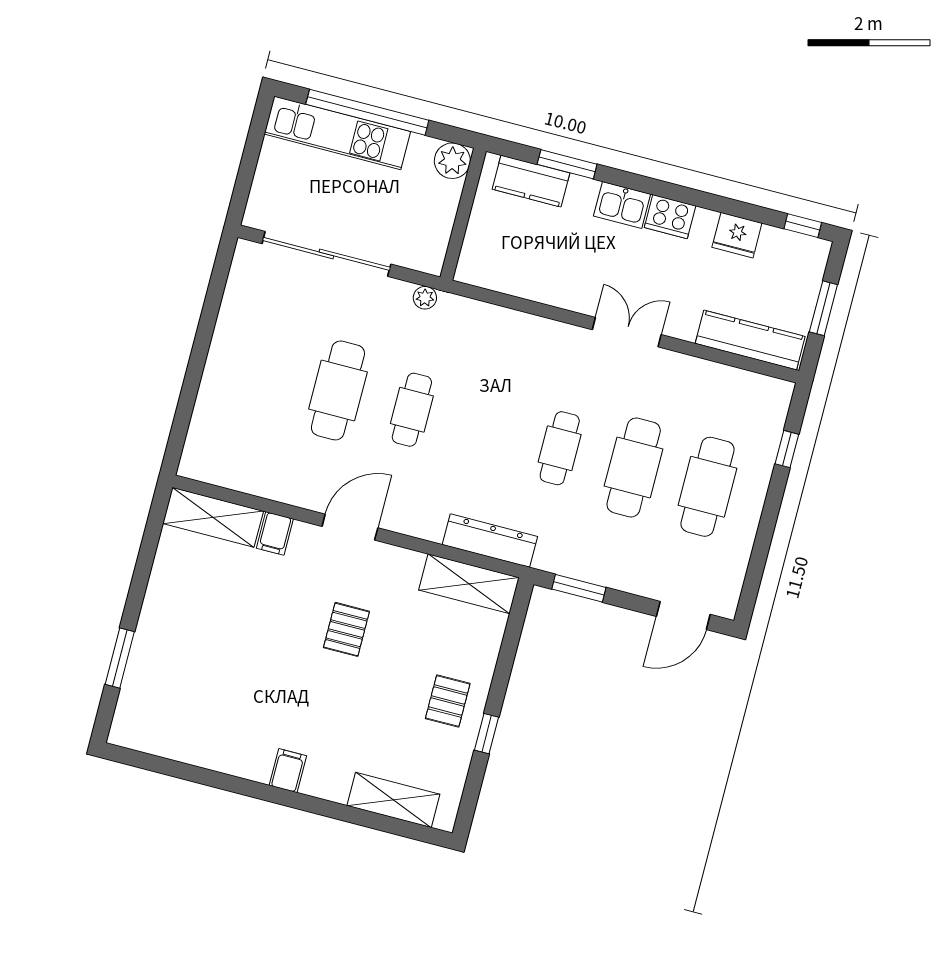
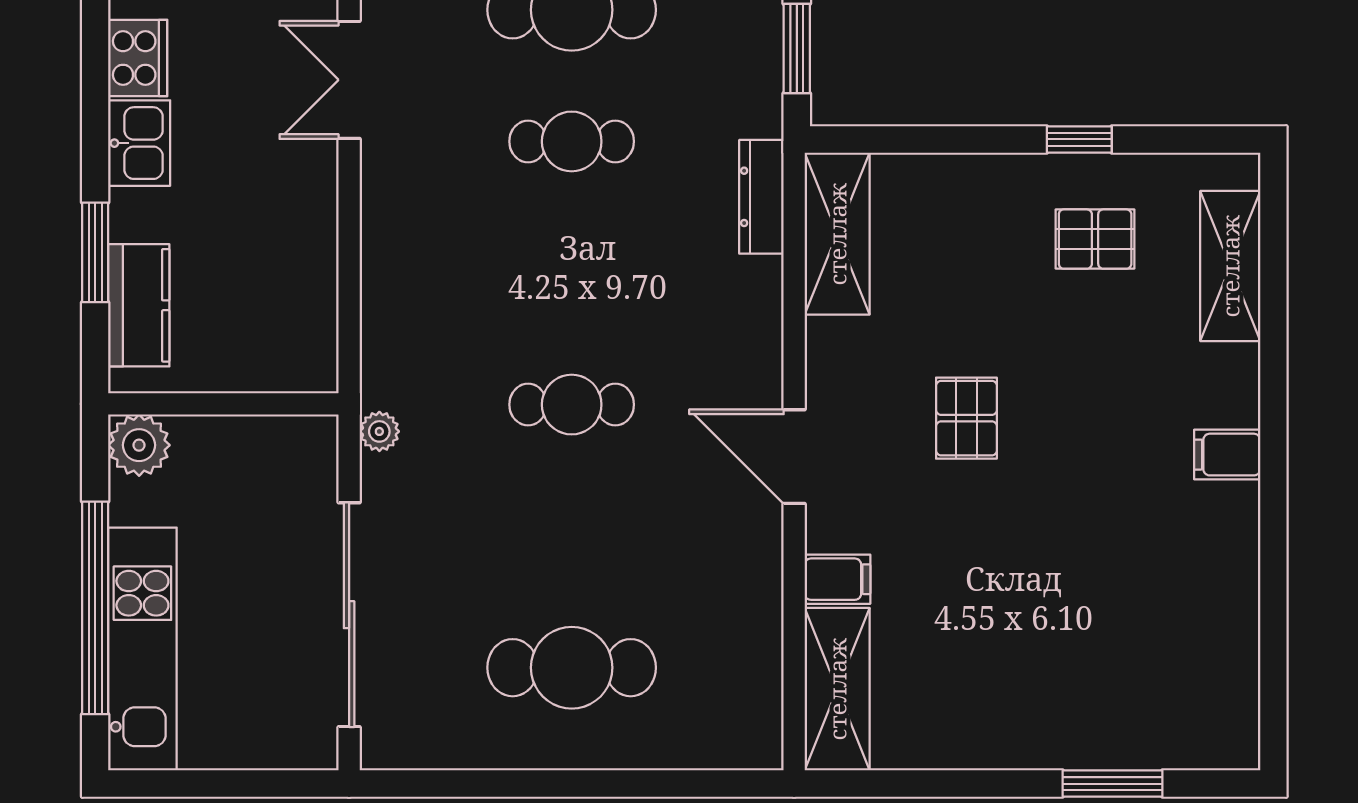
cafe table: (338, 390) -> (572, 668), moved
dresser: (490, 541) -> (761, 197), width x0.73, depth x0.80
pallet: (346, 629) -> (966, 418), turned 90
pallet: (448, 701) -> (1095, 239), moved

